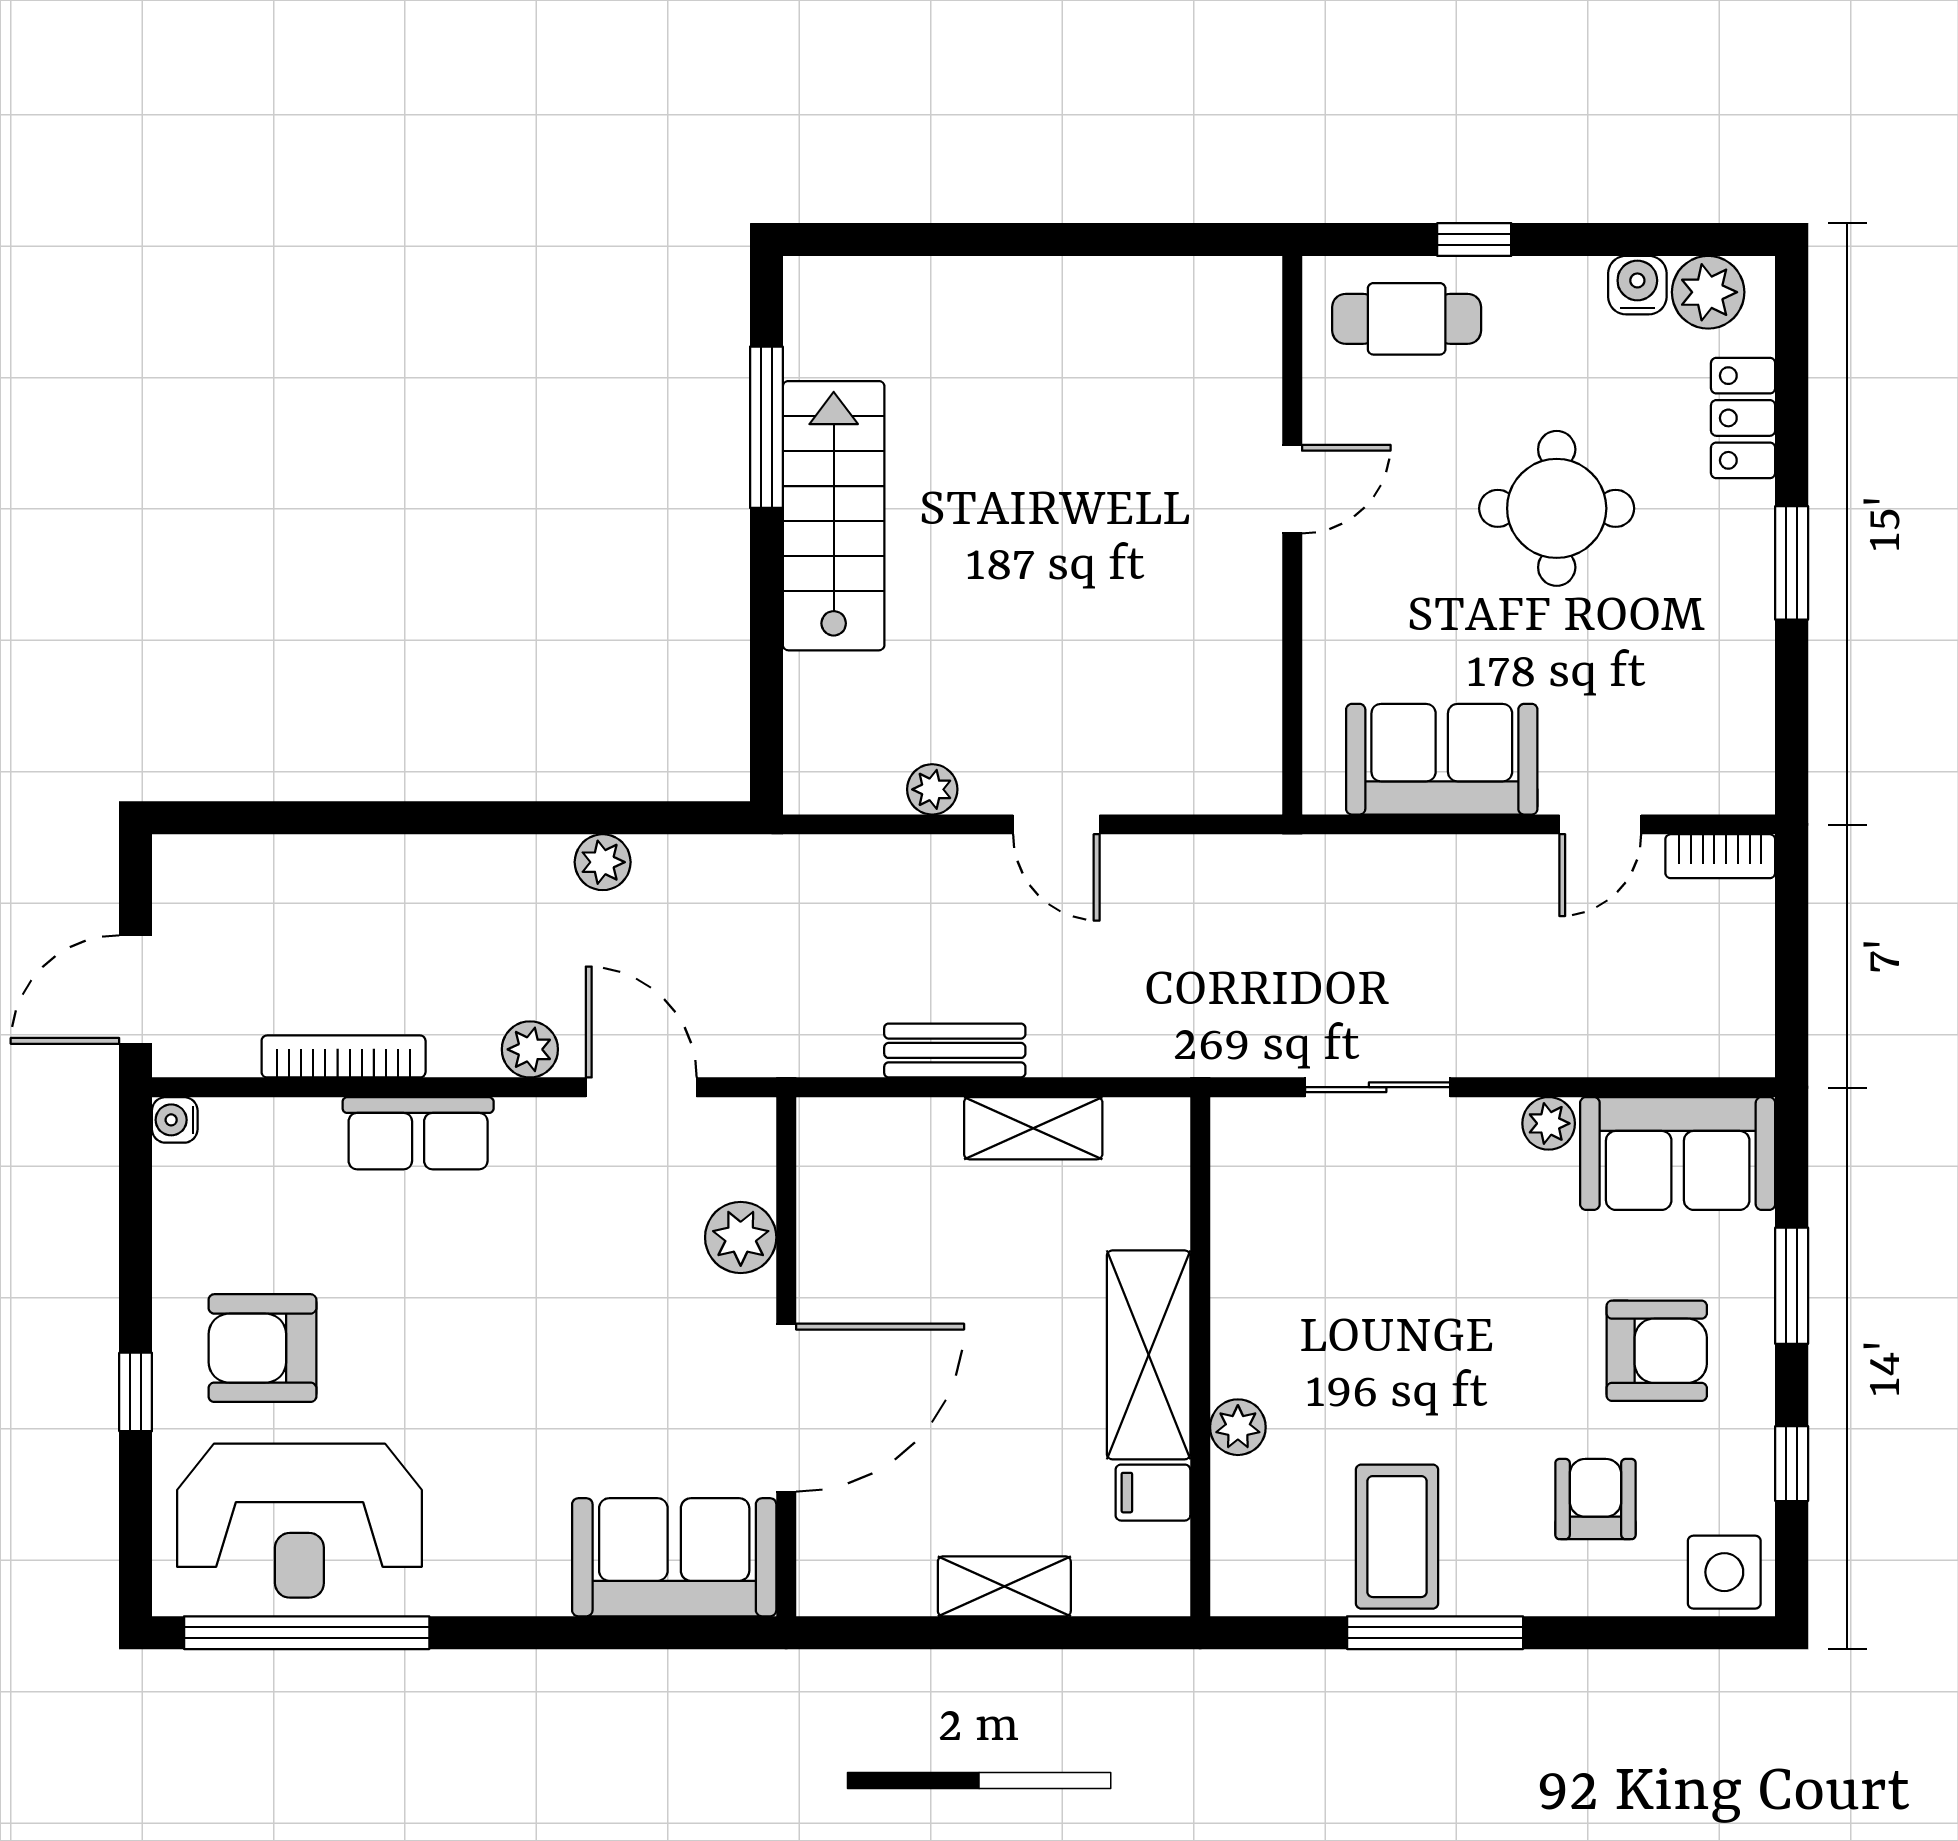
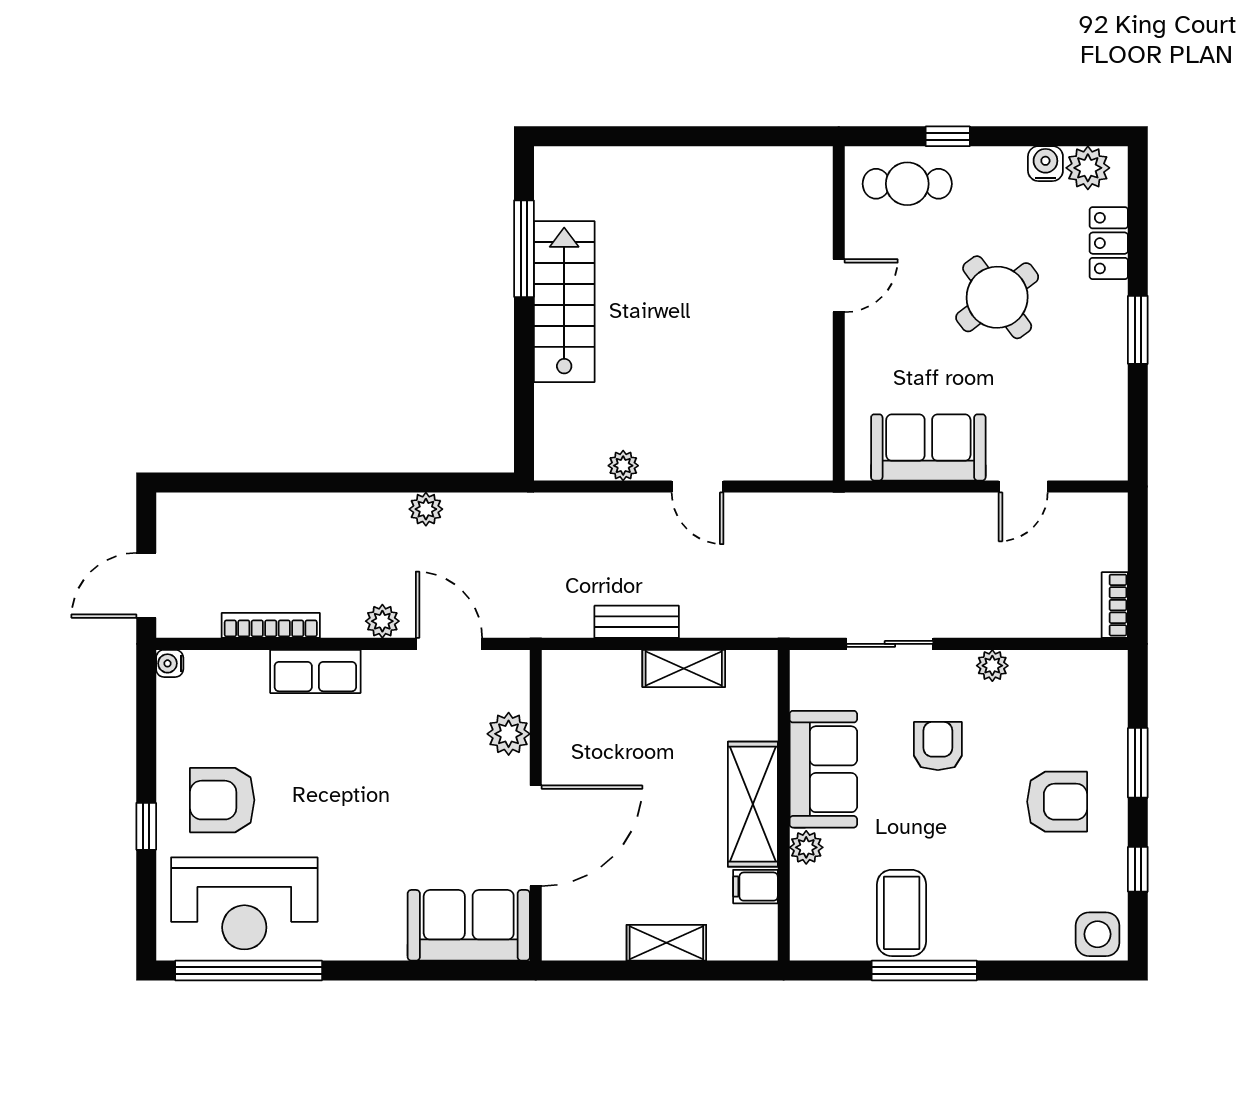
round table: (1557, 508) -> (997, 297), turned -37
bookcase: (1720, 856) -> (1115, 605), moved, turned 90
sofa: (1678, 1153) -> (823, 769), moved, turned -90
armchair: (1595, 1499) -> (938, 746), moved

